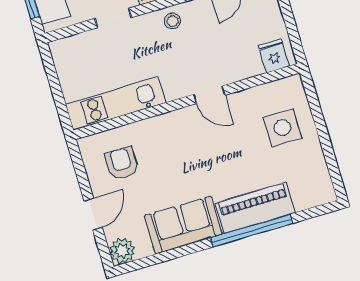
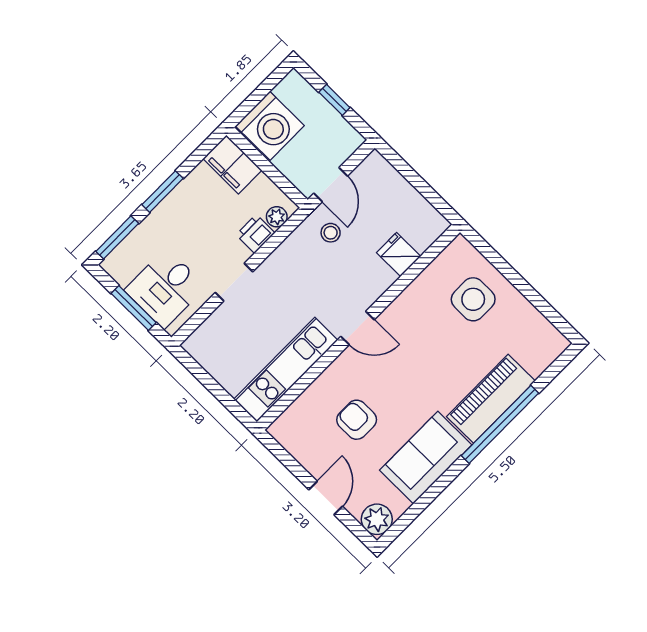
stool: (173, 21) -> (331, 233), moved
fridge: (274, 56) -> (399, 254), moved
door: (209, 95) -> (357, 328), moved
armchair: (122, 163) -> (357, 420), moved

